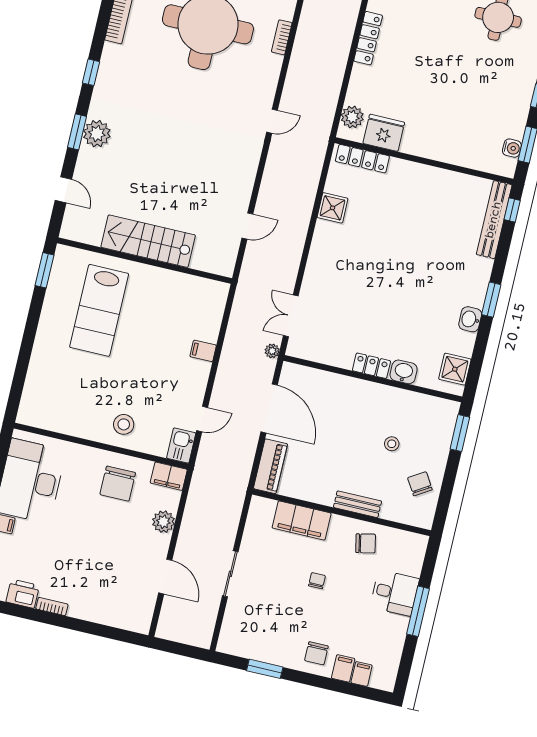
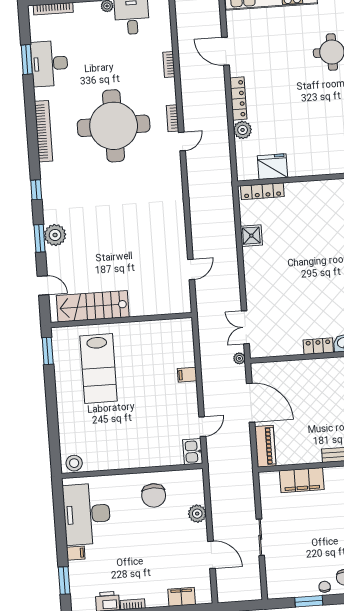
plant: (352, 117) -> (243, 130), moved
door: (272, 121) -> (182, 141), moved
stairs: (148, 241) -> (93, 306), moved
stool: (124, 424) -> (74, 463), moved
filing cabinet: (169, 476) -> (182, 597), moved, turned 180
chair: (317, 581) -> (325, 587), moved

